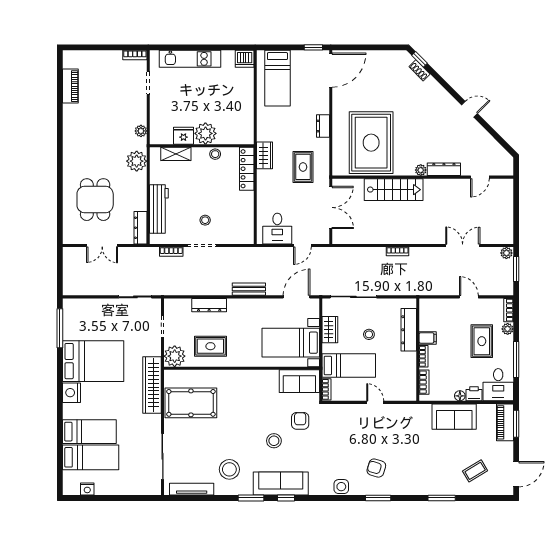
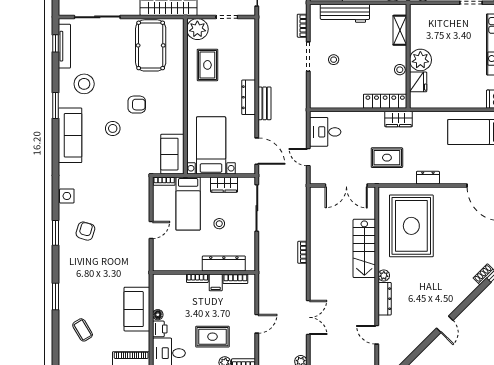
fridge: (183, 136) -> (418, 82), moved
rug: (371, 143) -> (411, 226), turned 90
dresser: (209, 305) -> (249, 97), moved
bookcase: (424, 382) -> (235, 279), moved
armchair: (300, 421) -> (137, 105), moved
window: (286, 498) -> (55, 43), moved

